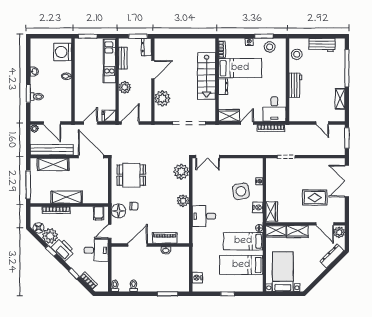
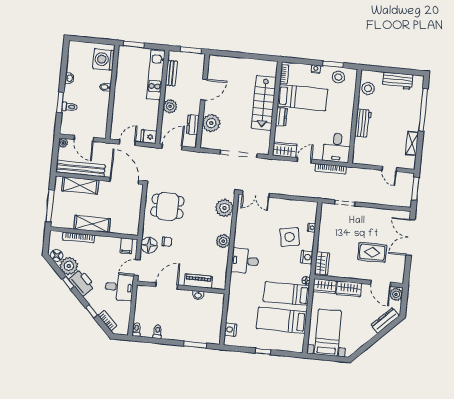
dresser: (146, 47) -> (193, 125), moved

